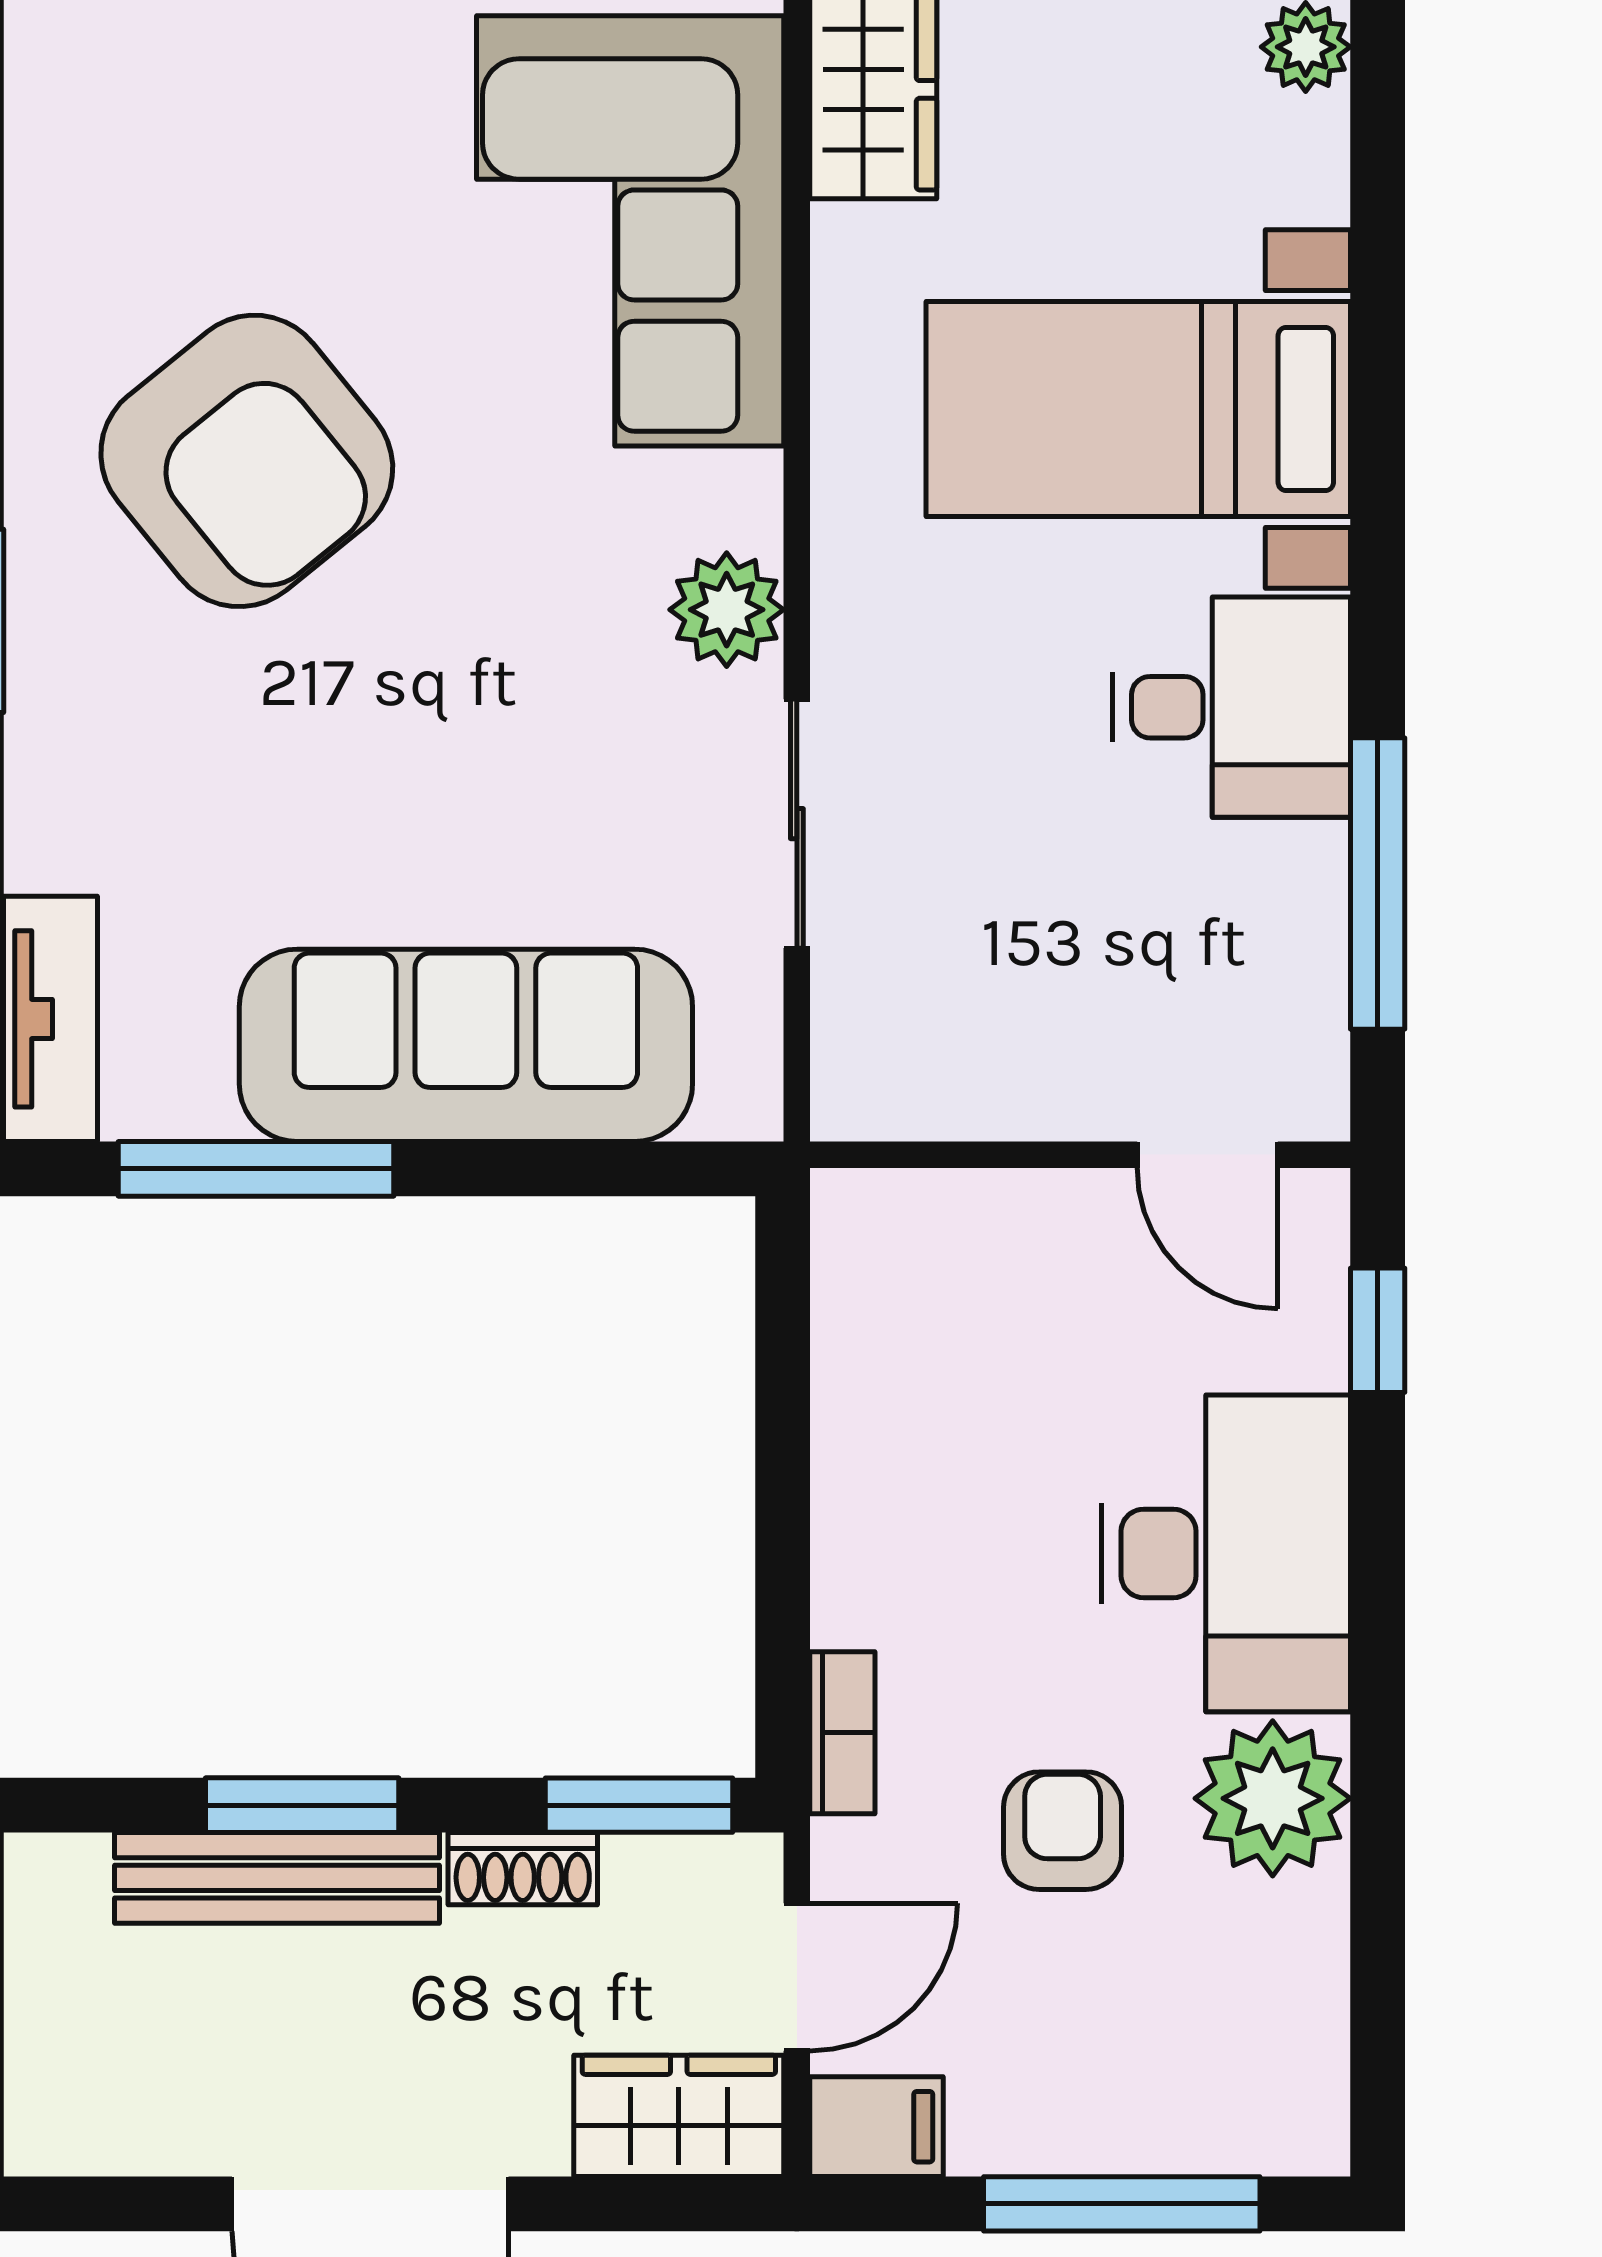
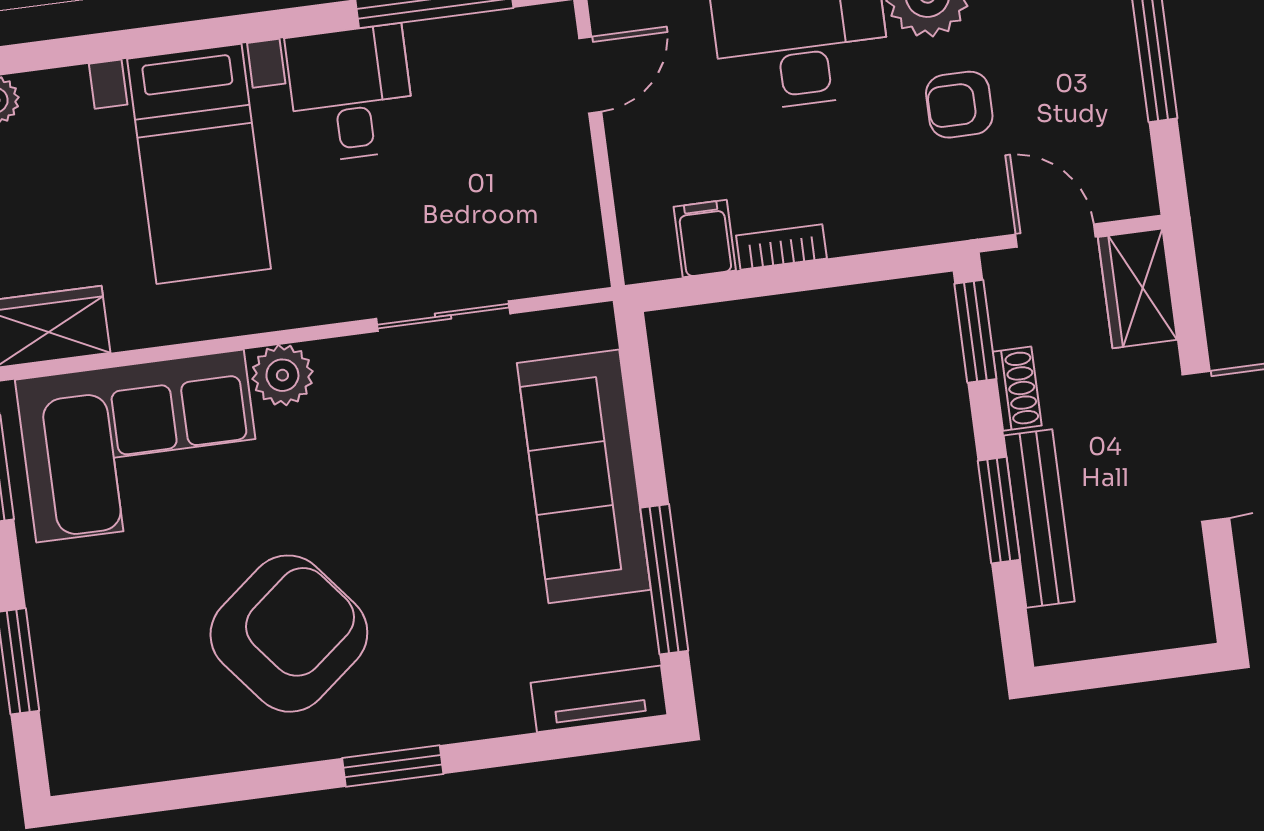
plant: (727, 610) -> (282, 375), moved
bookcase: (842, 1733) -> (781, 247), moved
filing cabinet: (877, 2127) -> (705, 239), moved

